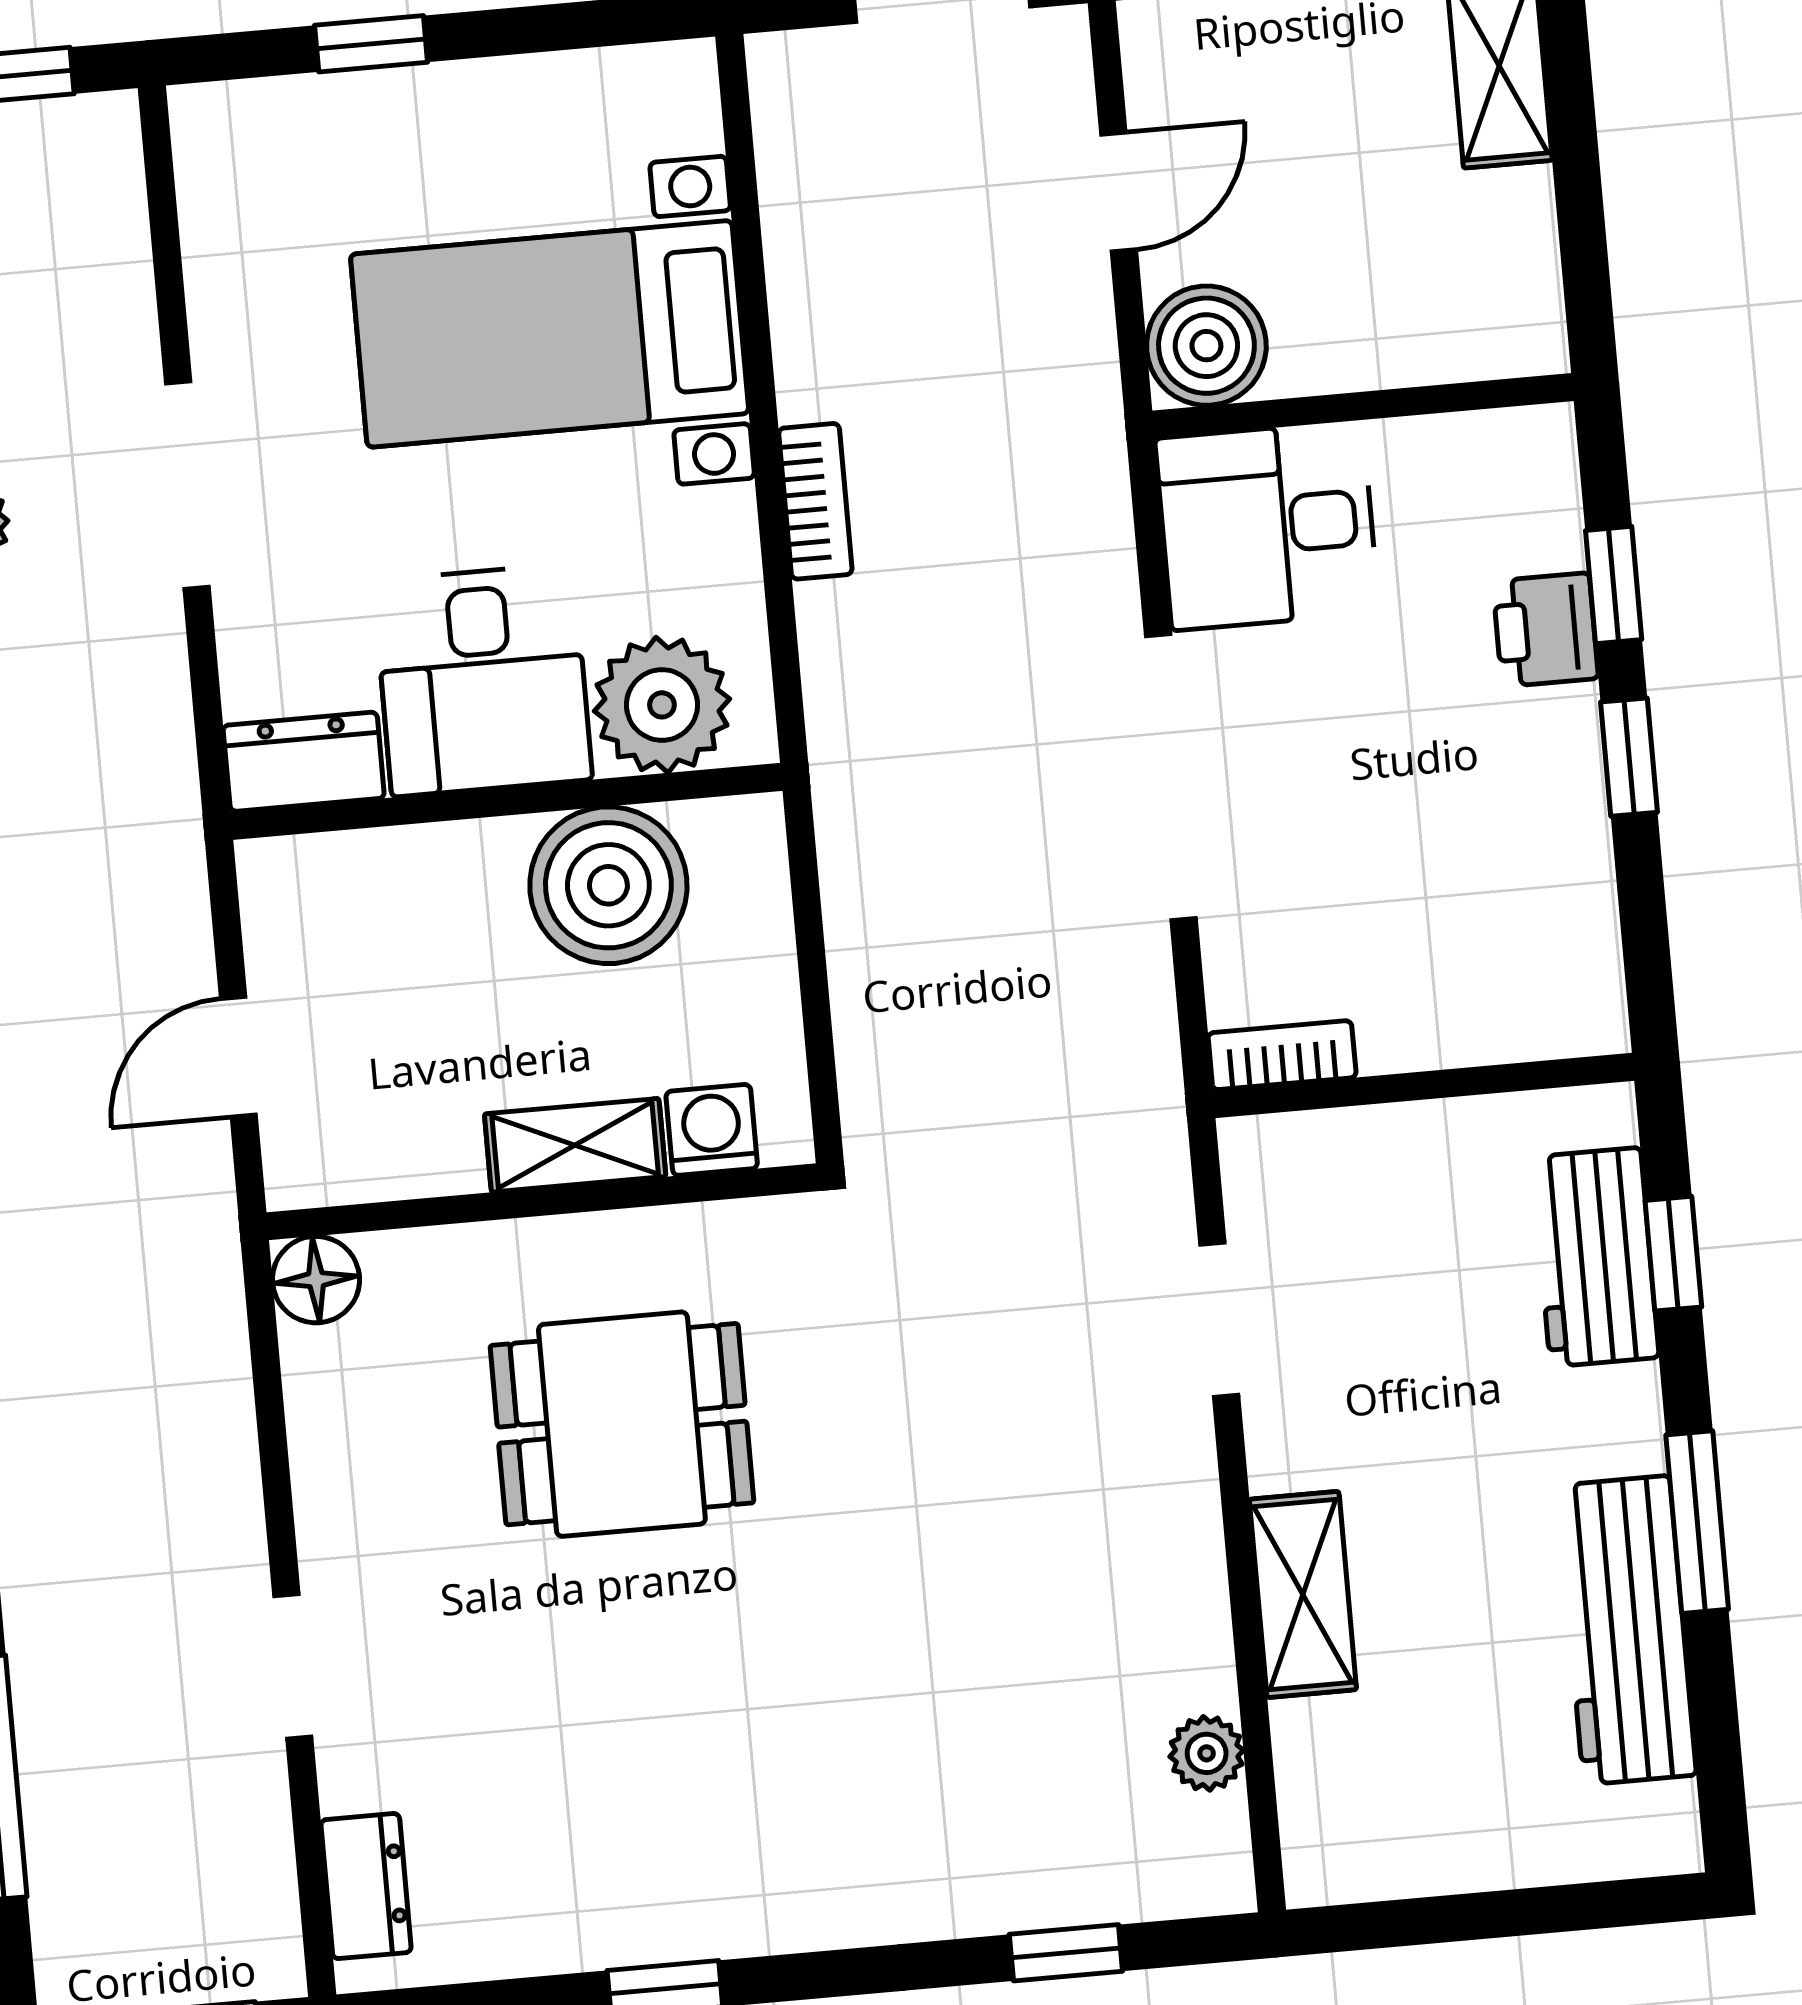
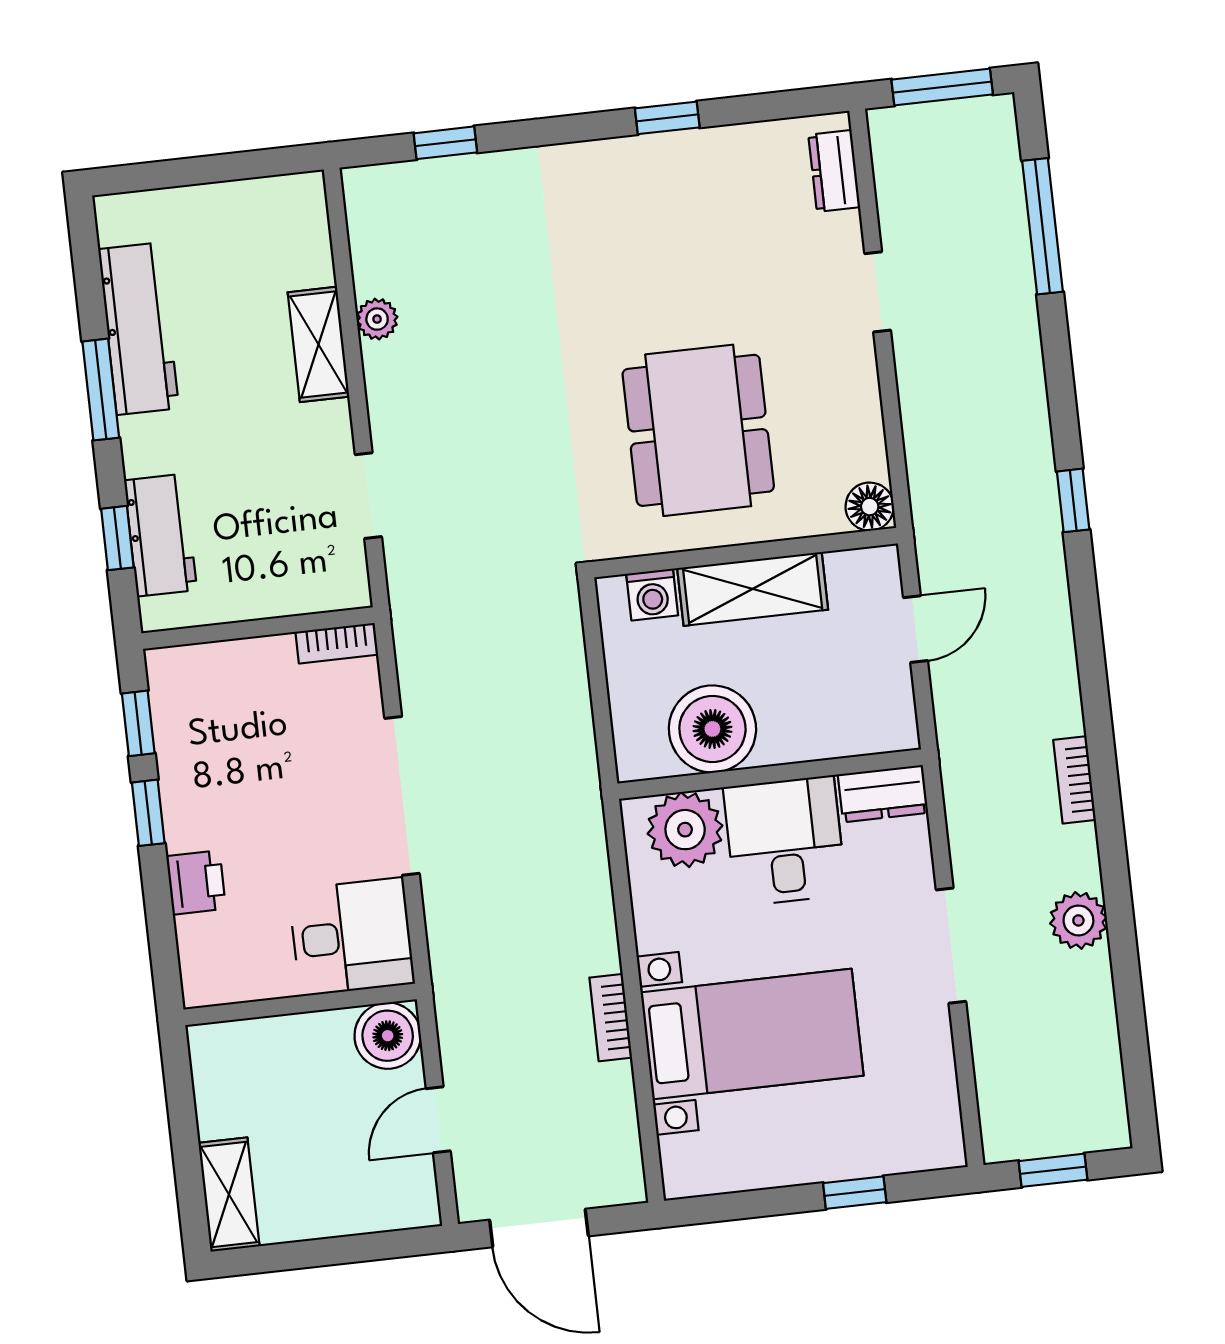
bookcase: (815, 501) -> (611, 1018), moved
window: (1614, 585) -> (138, 723), moved
shelving: (575, 1145) -> (753, 589), width x1.50, depth x1.33
dining table: (622, 1424) -> (698, 430), width x1.38
plant: (1207, 1753) -> (377, 319), moved

